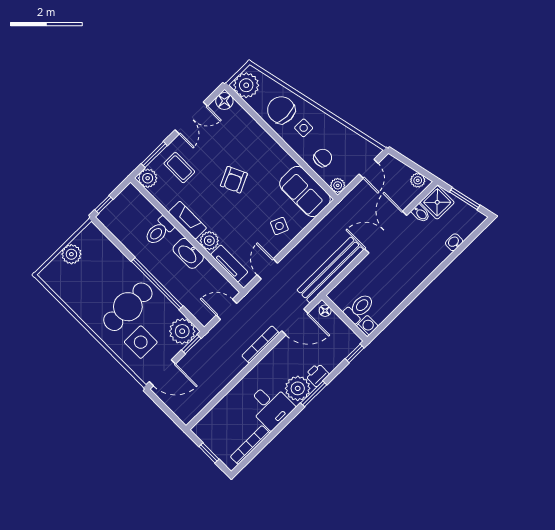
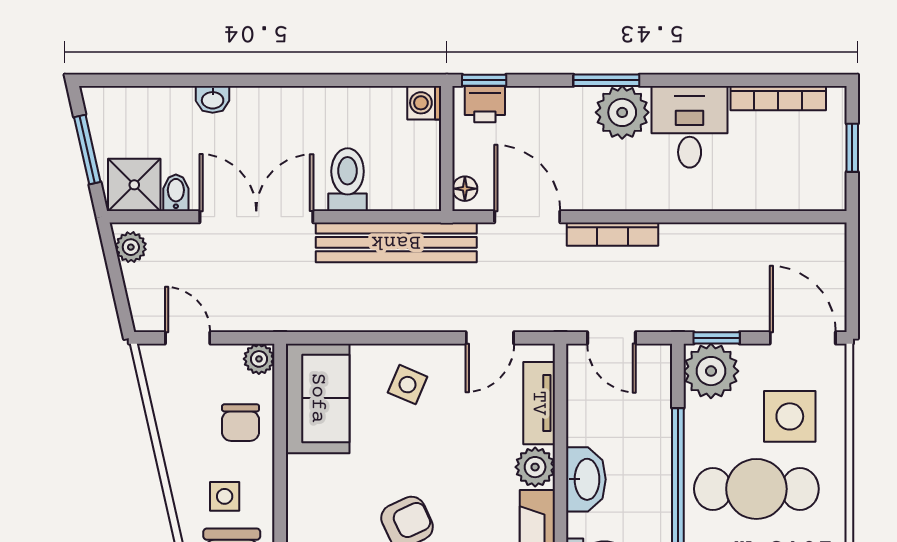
chair: (323, 158) -> (241, 423), turned -90
door: (369, 169) -> (188, 338), hinge flipped
double door: (386, 232) -> (256, 217), swing flipped
washbasin: (454, 242) -> (213, 99), moved
toilet: (359, 308) -> (348, 180), moved, turned 90
printer: (317, 375) -> (485, 104), moved

